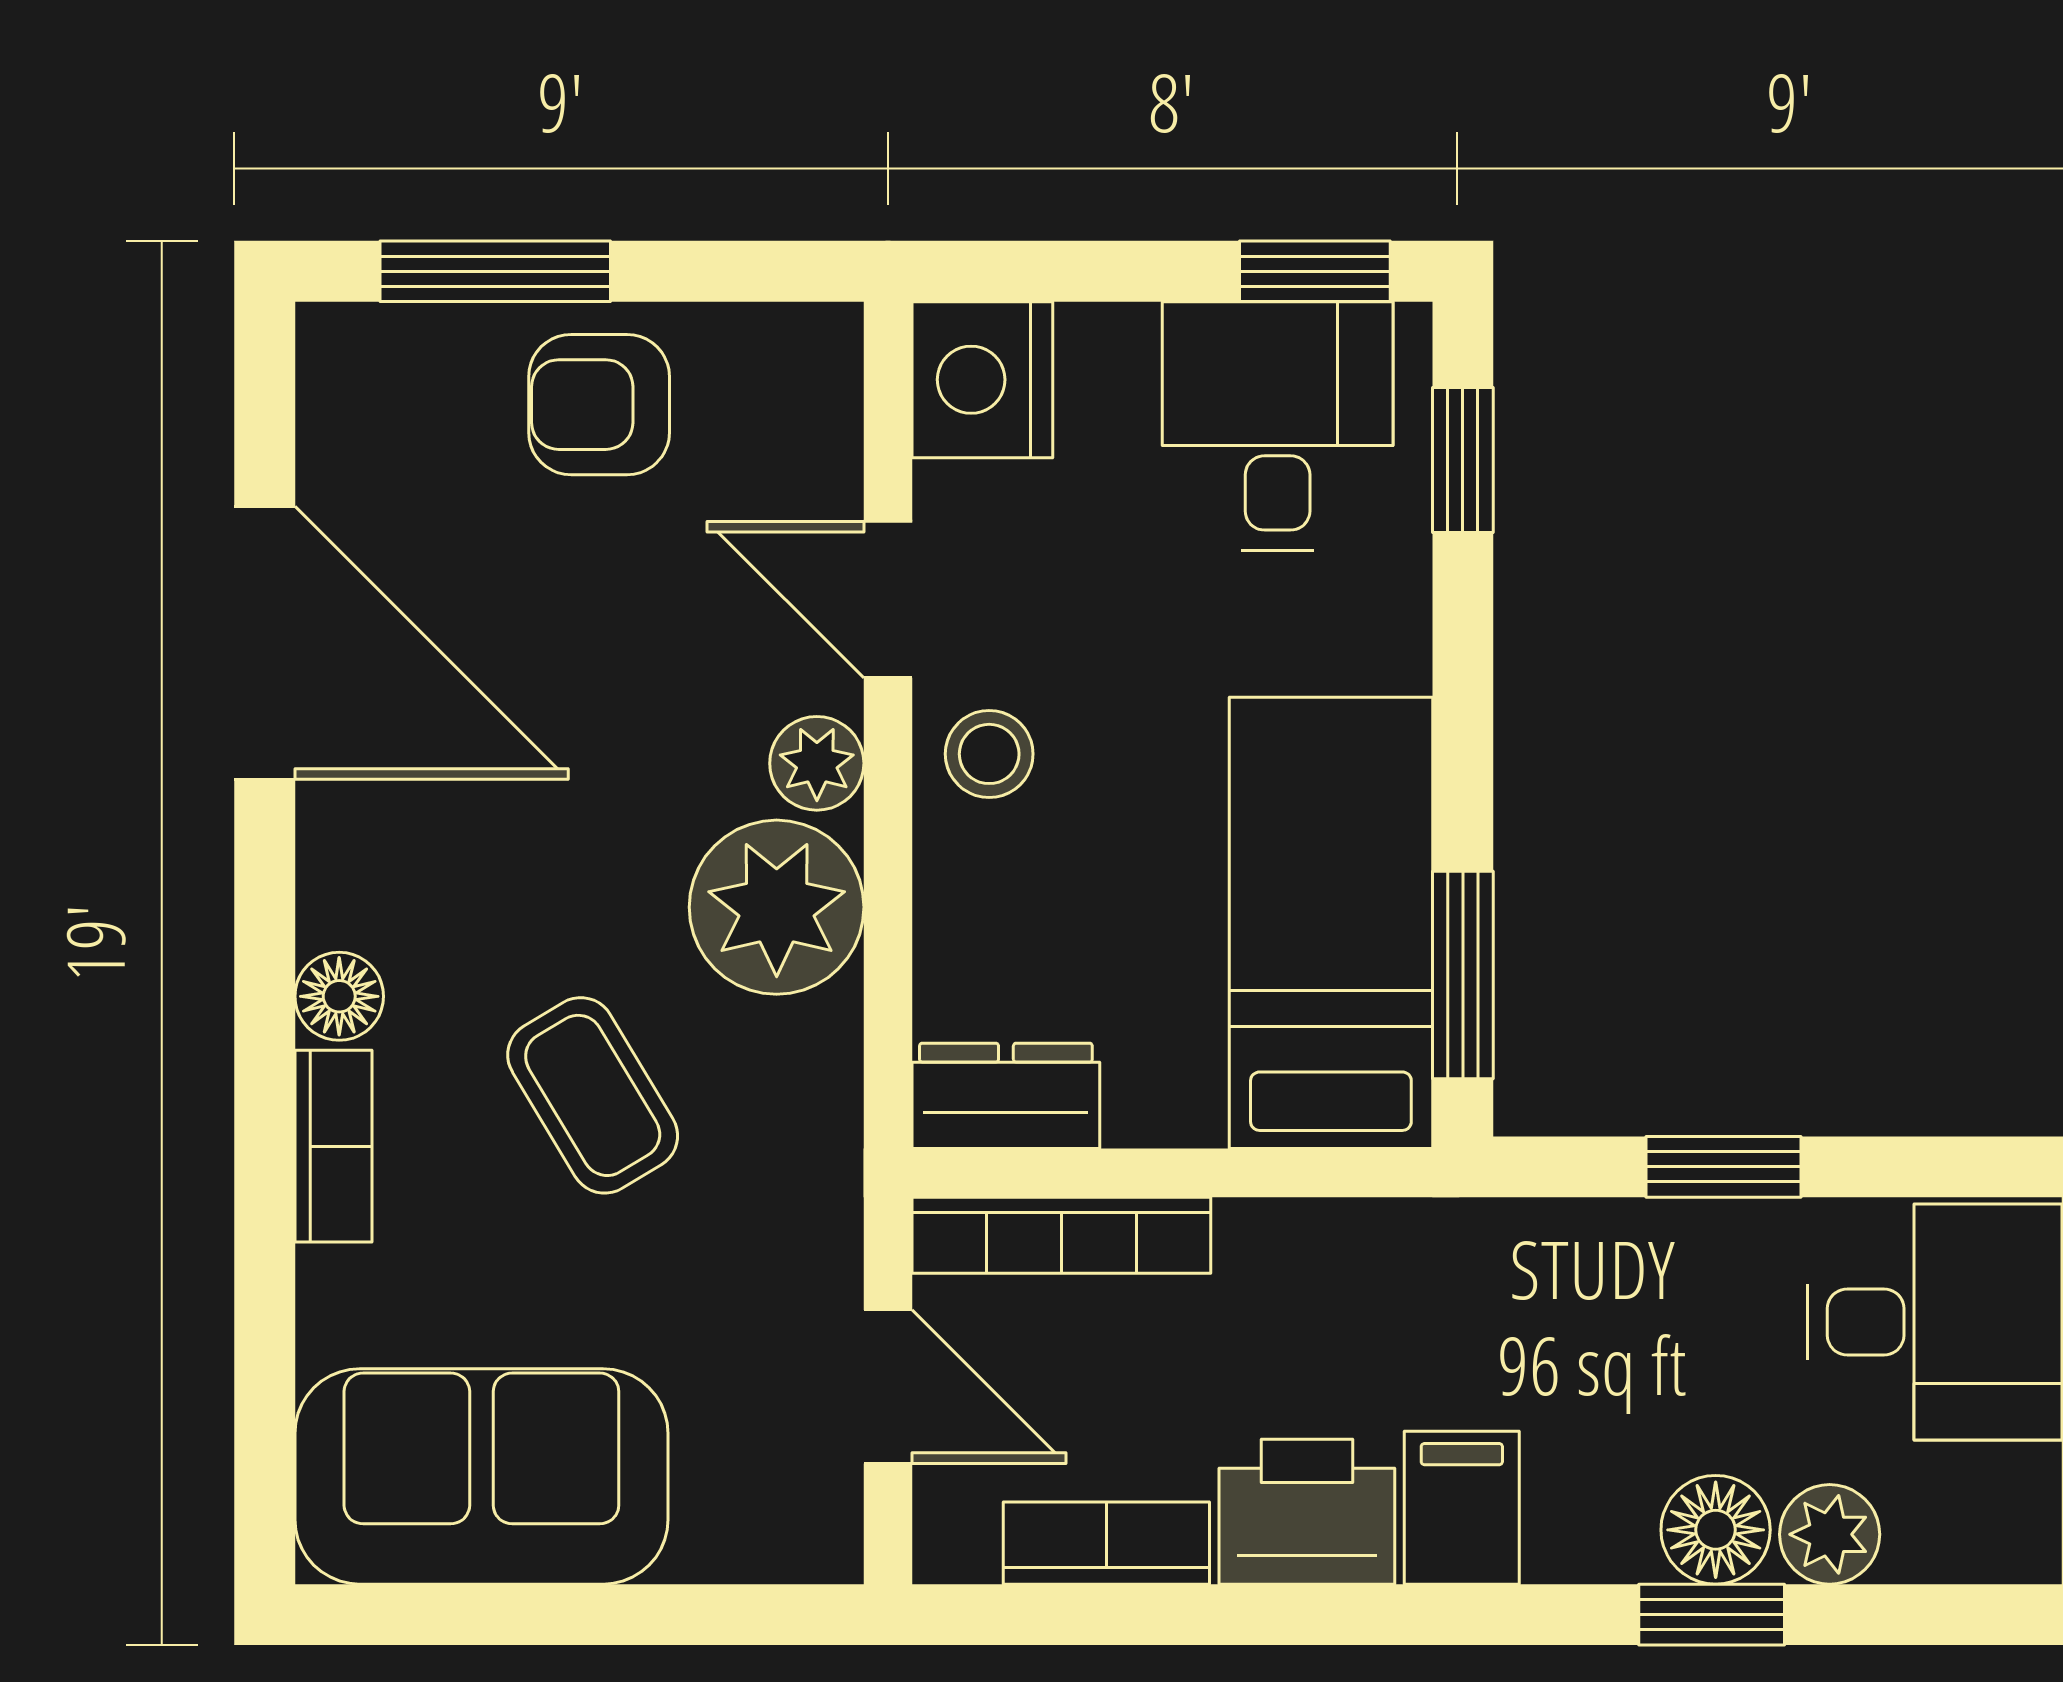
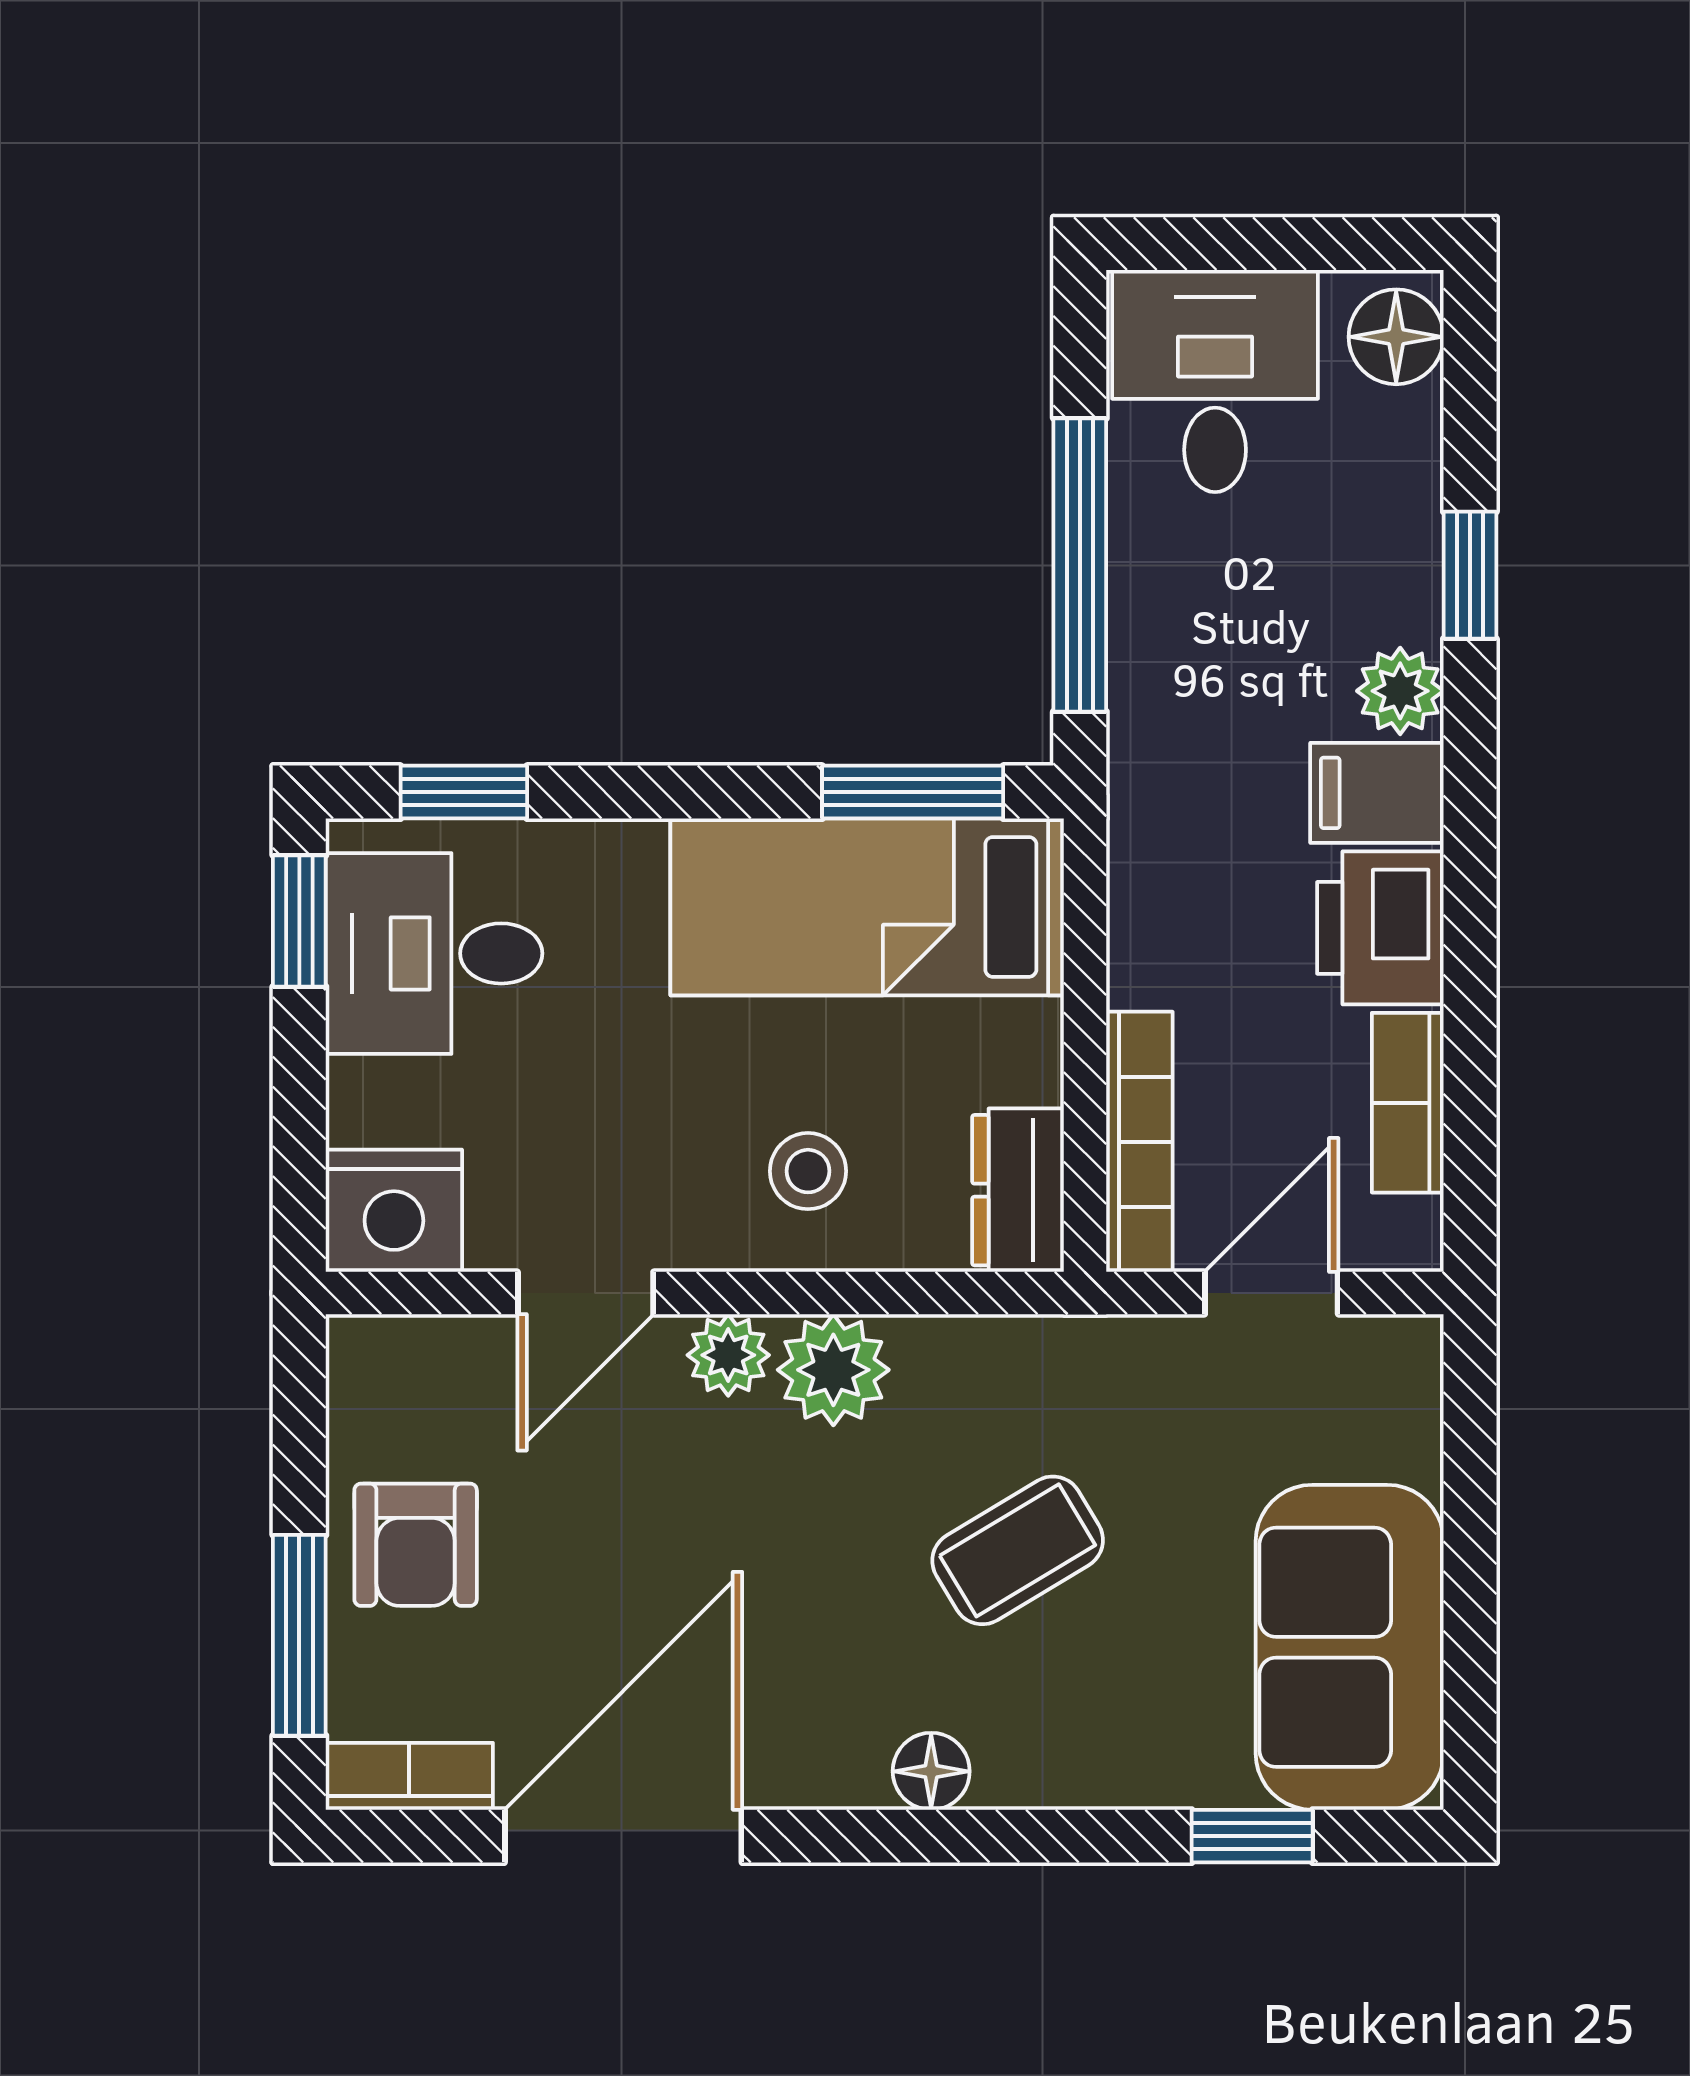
stool: (989, 754) -> (808, 1171), moved
plant: (777, 907) -> (833, 1370), width x0.73, depth x0.73
bookcase: (333, 1146) -> (409, 1776), moved
window: (1723, 1167) -> (1080, 565), width x2.17
window: (265, 1365) -> (1252, 1836), added
floor lamp: (1716, 1530) -> (1396, 337), moved
plant: (1830, 1534) -> (1400, 691), moved

